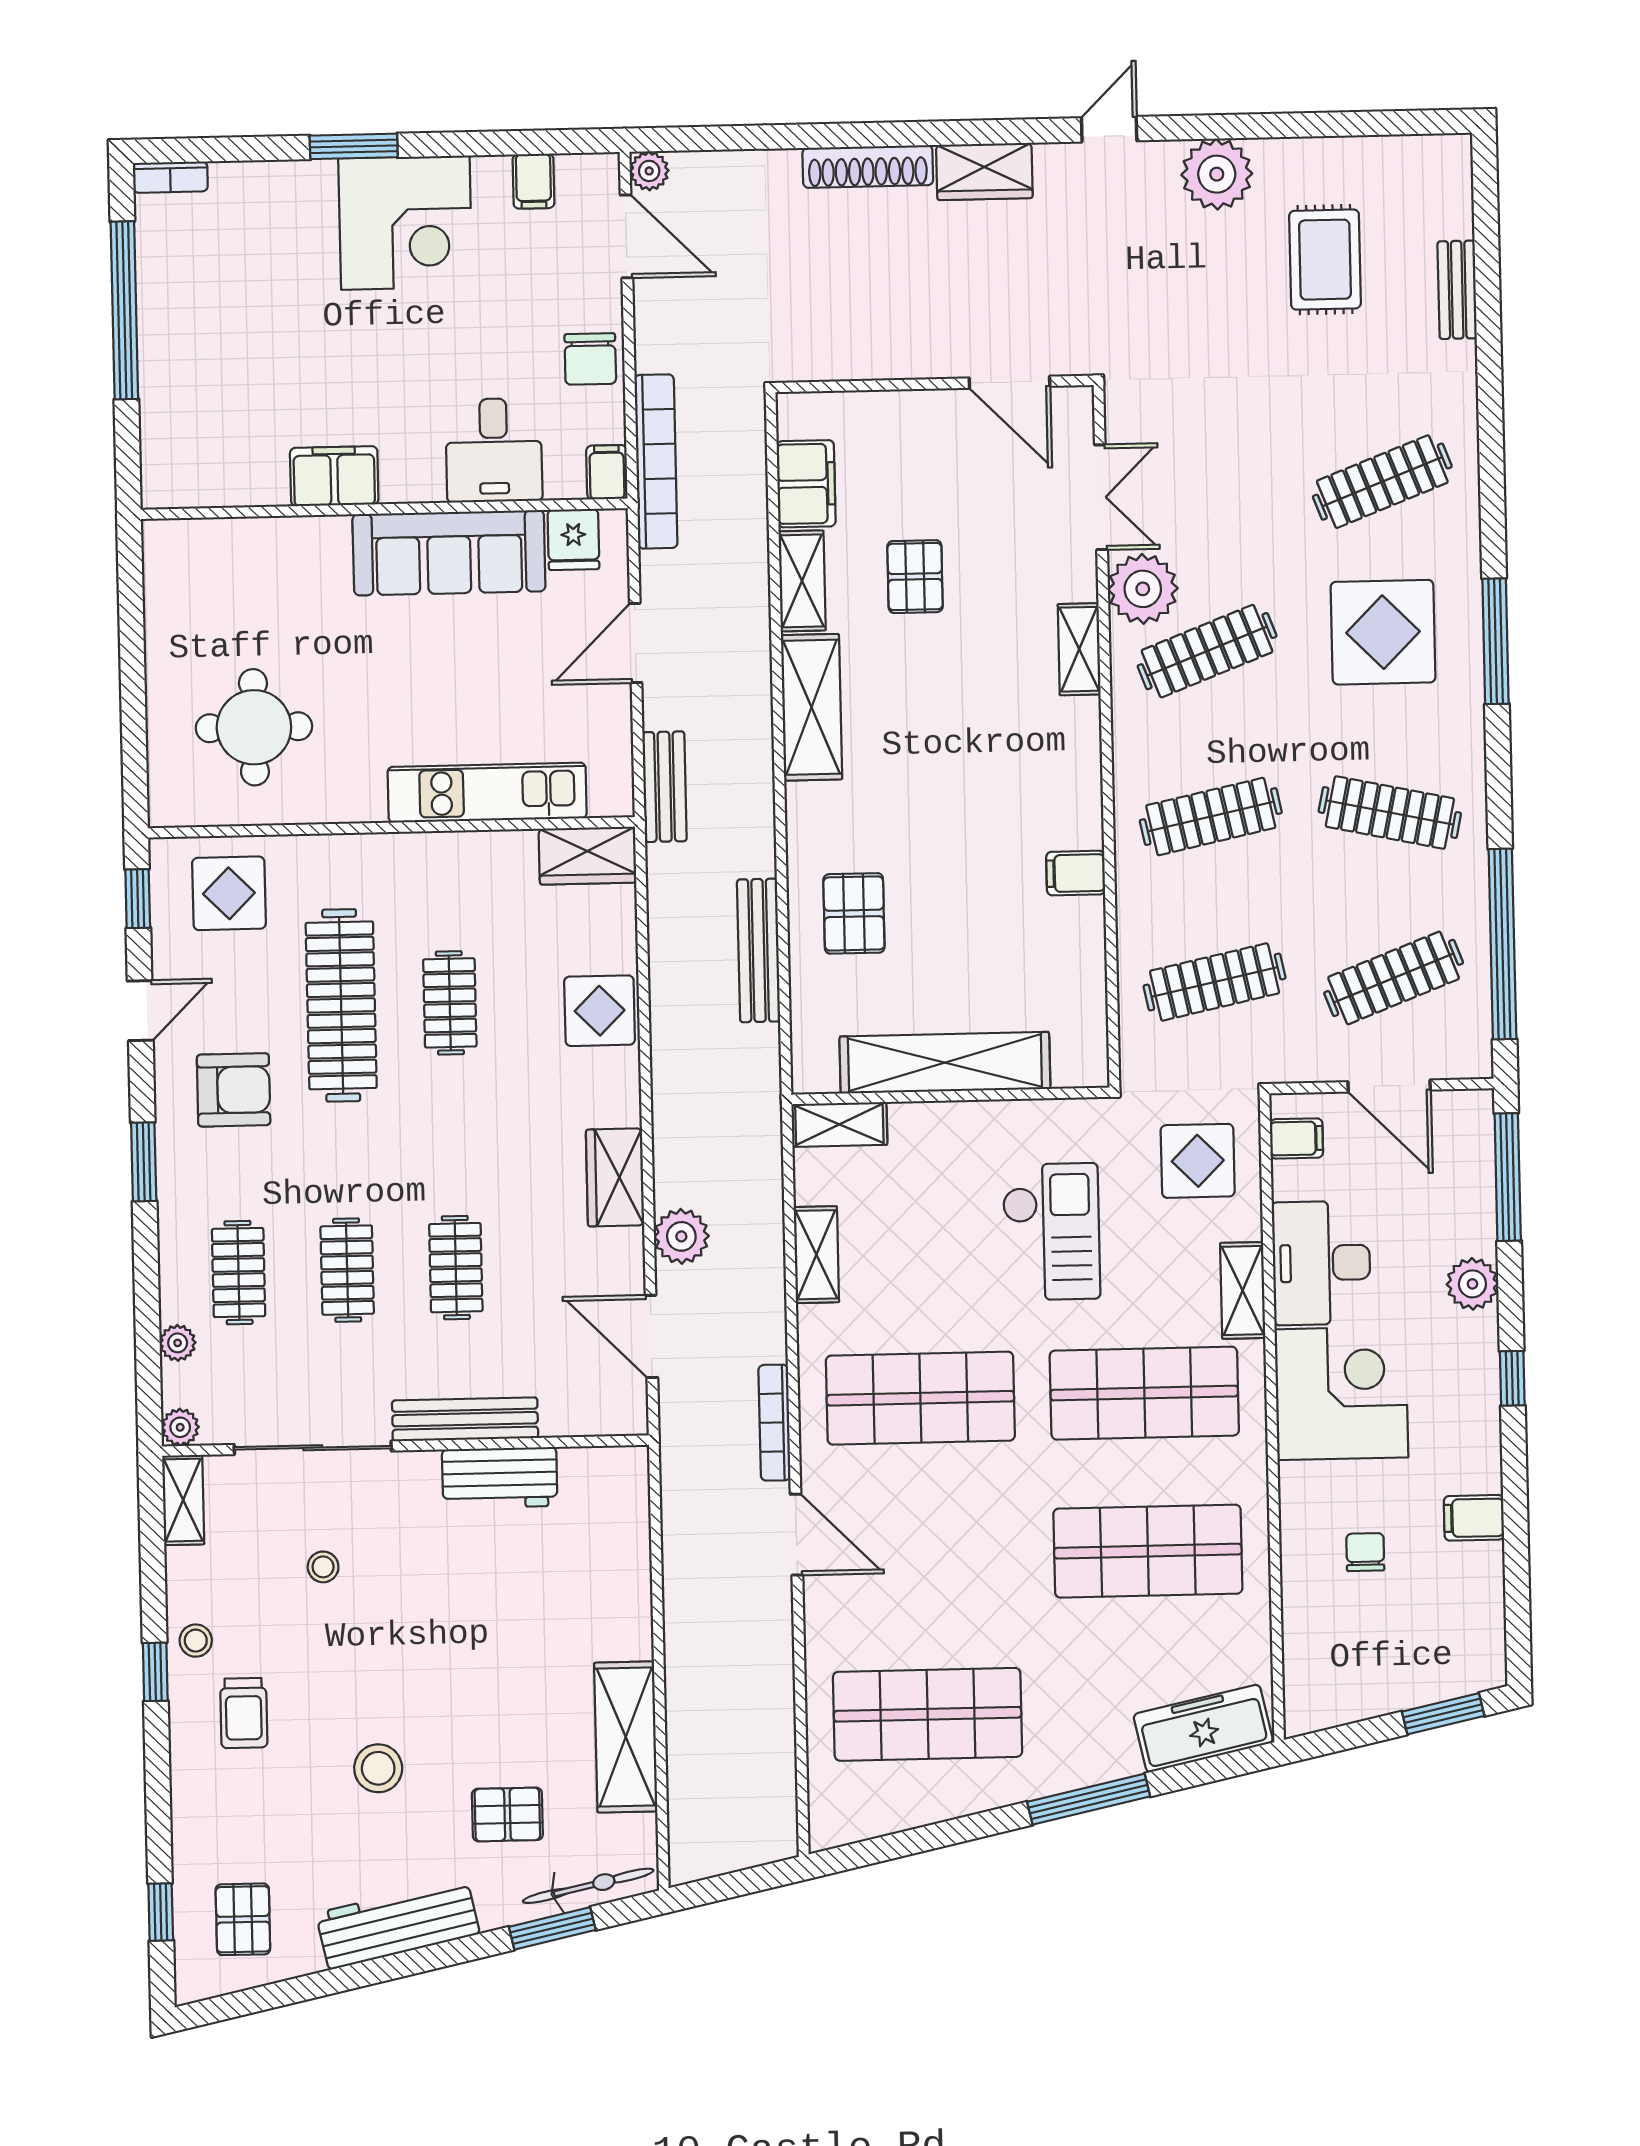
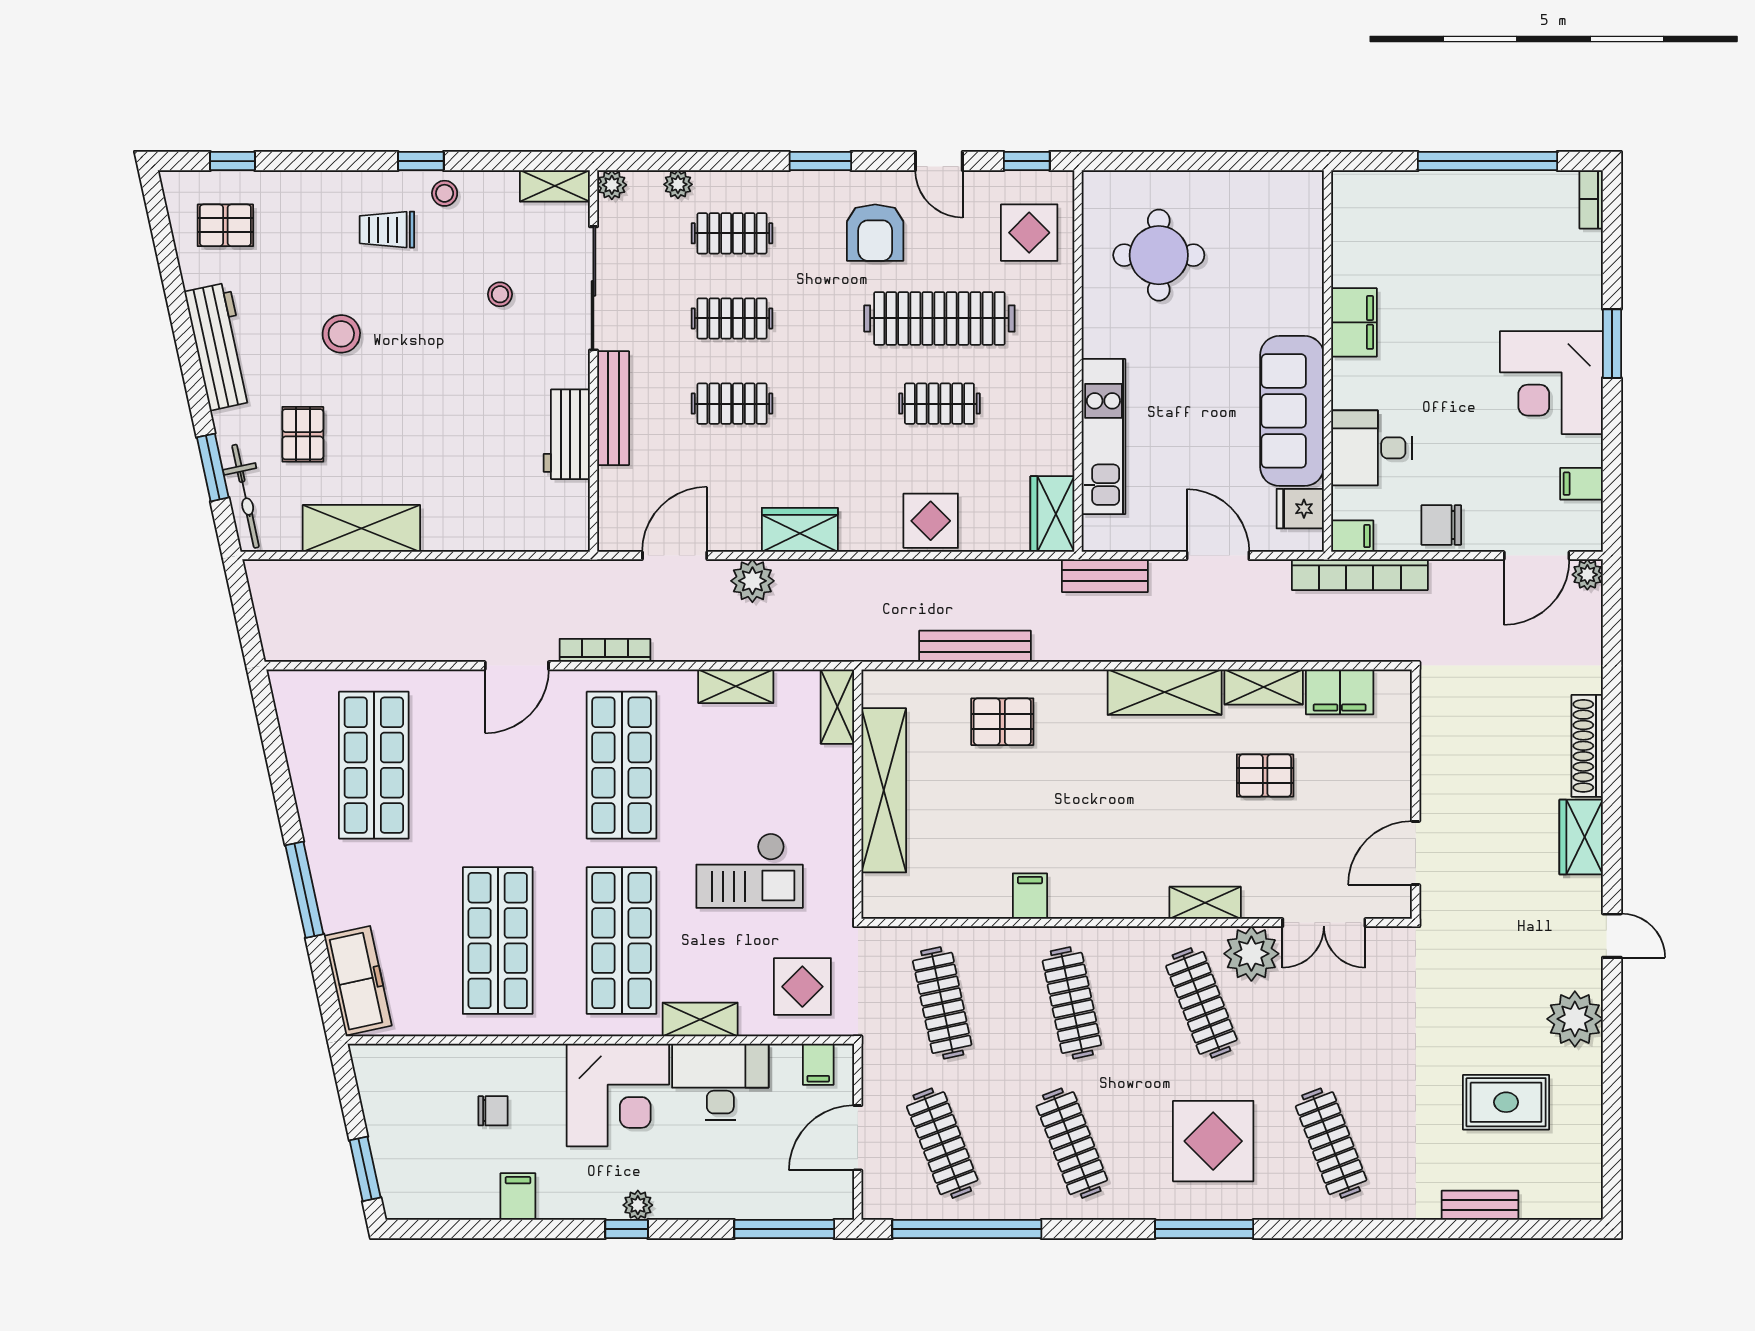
clothes rail: (1390, 812) -> (1072, 1143), turned -33
plant: (1472, 1284) -> (638, 1205), moved, width x0.73, depth x0.73

